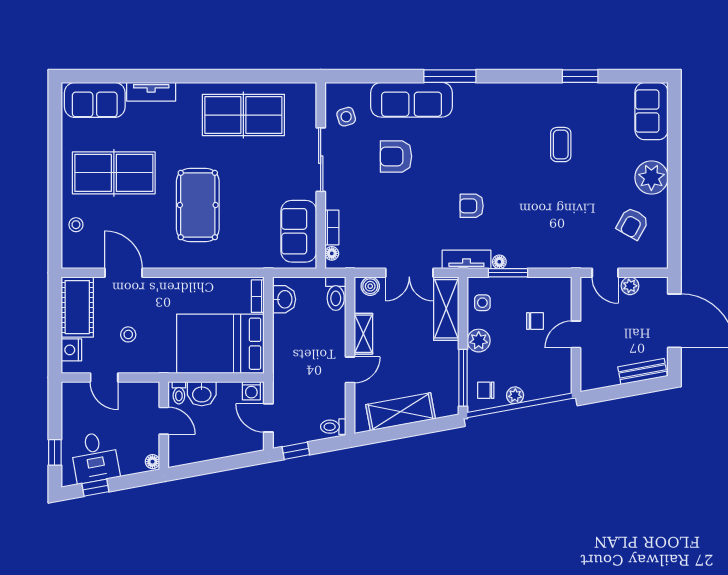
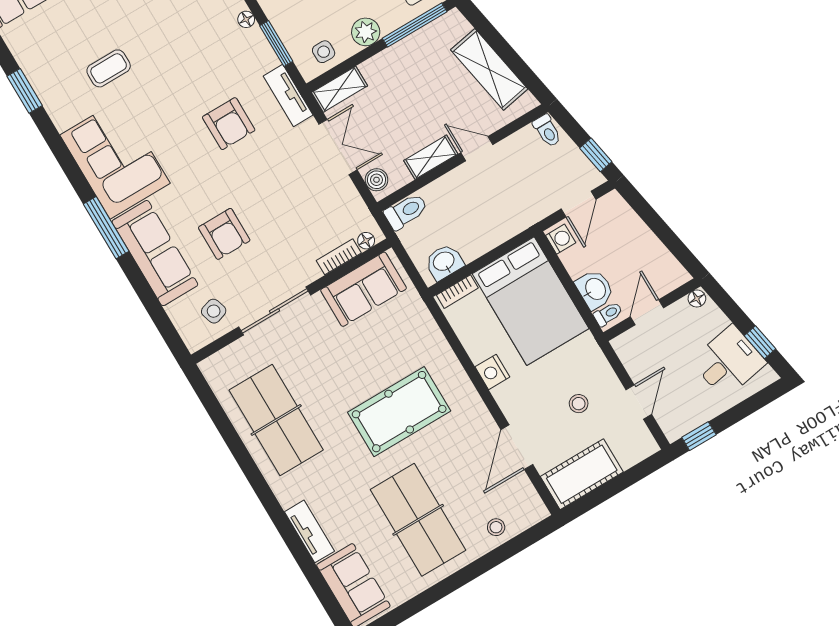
corner sofa: (494, 111) -> (115, 159), added
armchair: (472, 206) -> (229, 124), width x1.38, depth x1.38
floor lamp: (499, 262) -> (246, 19), moved
shelving: (446, 309) -> (339, 89), width x0.67, depth x0.75
nightstand: (71, 350) -> (492, 372), moved, turned 90
window: (55, 452) -> (699, 436), moved

